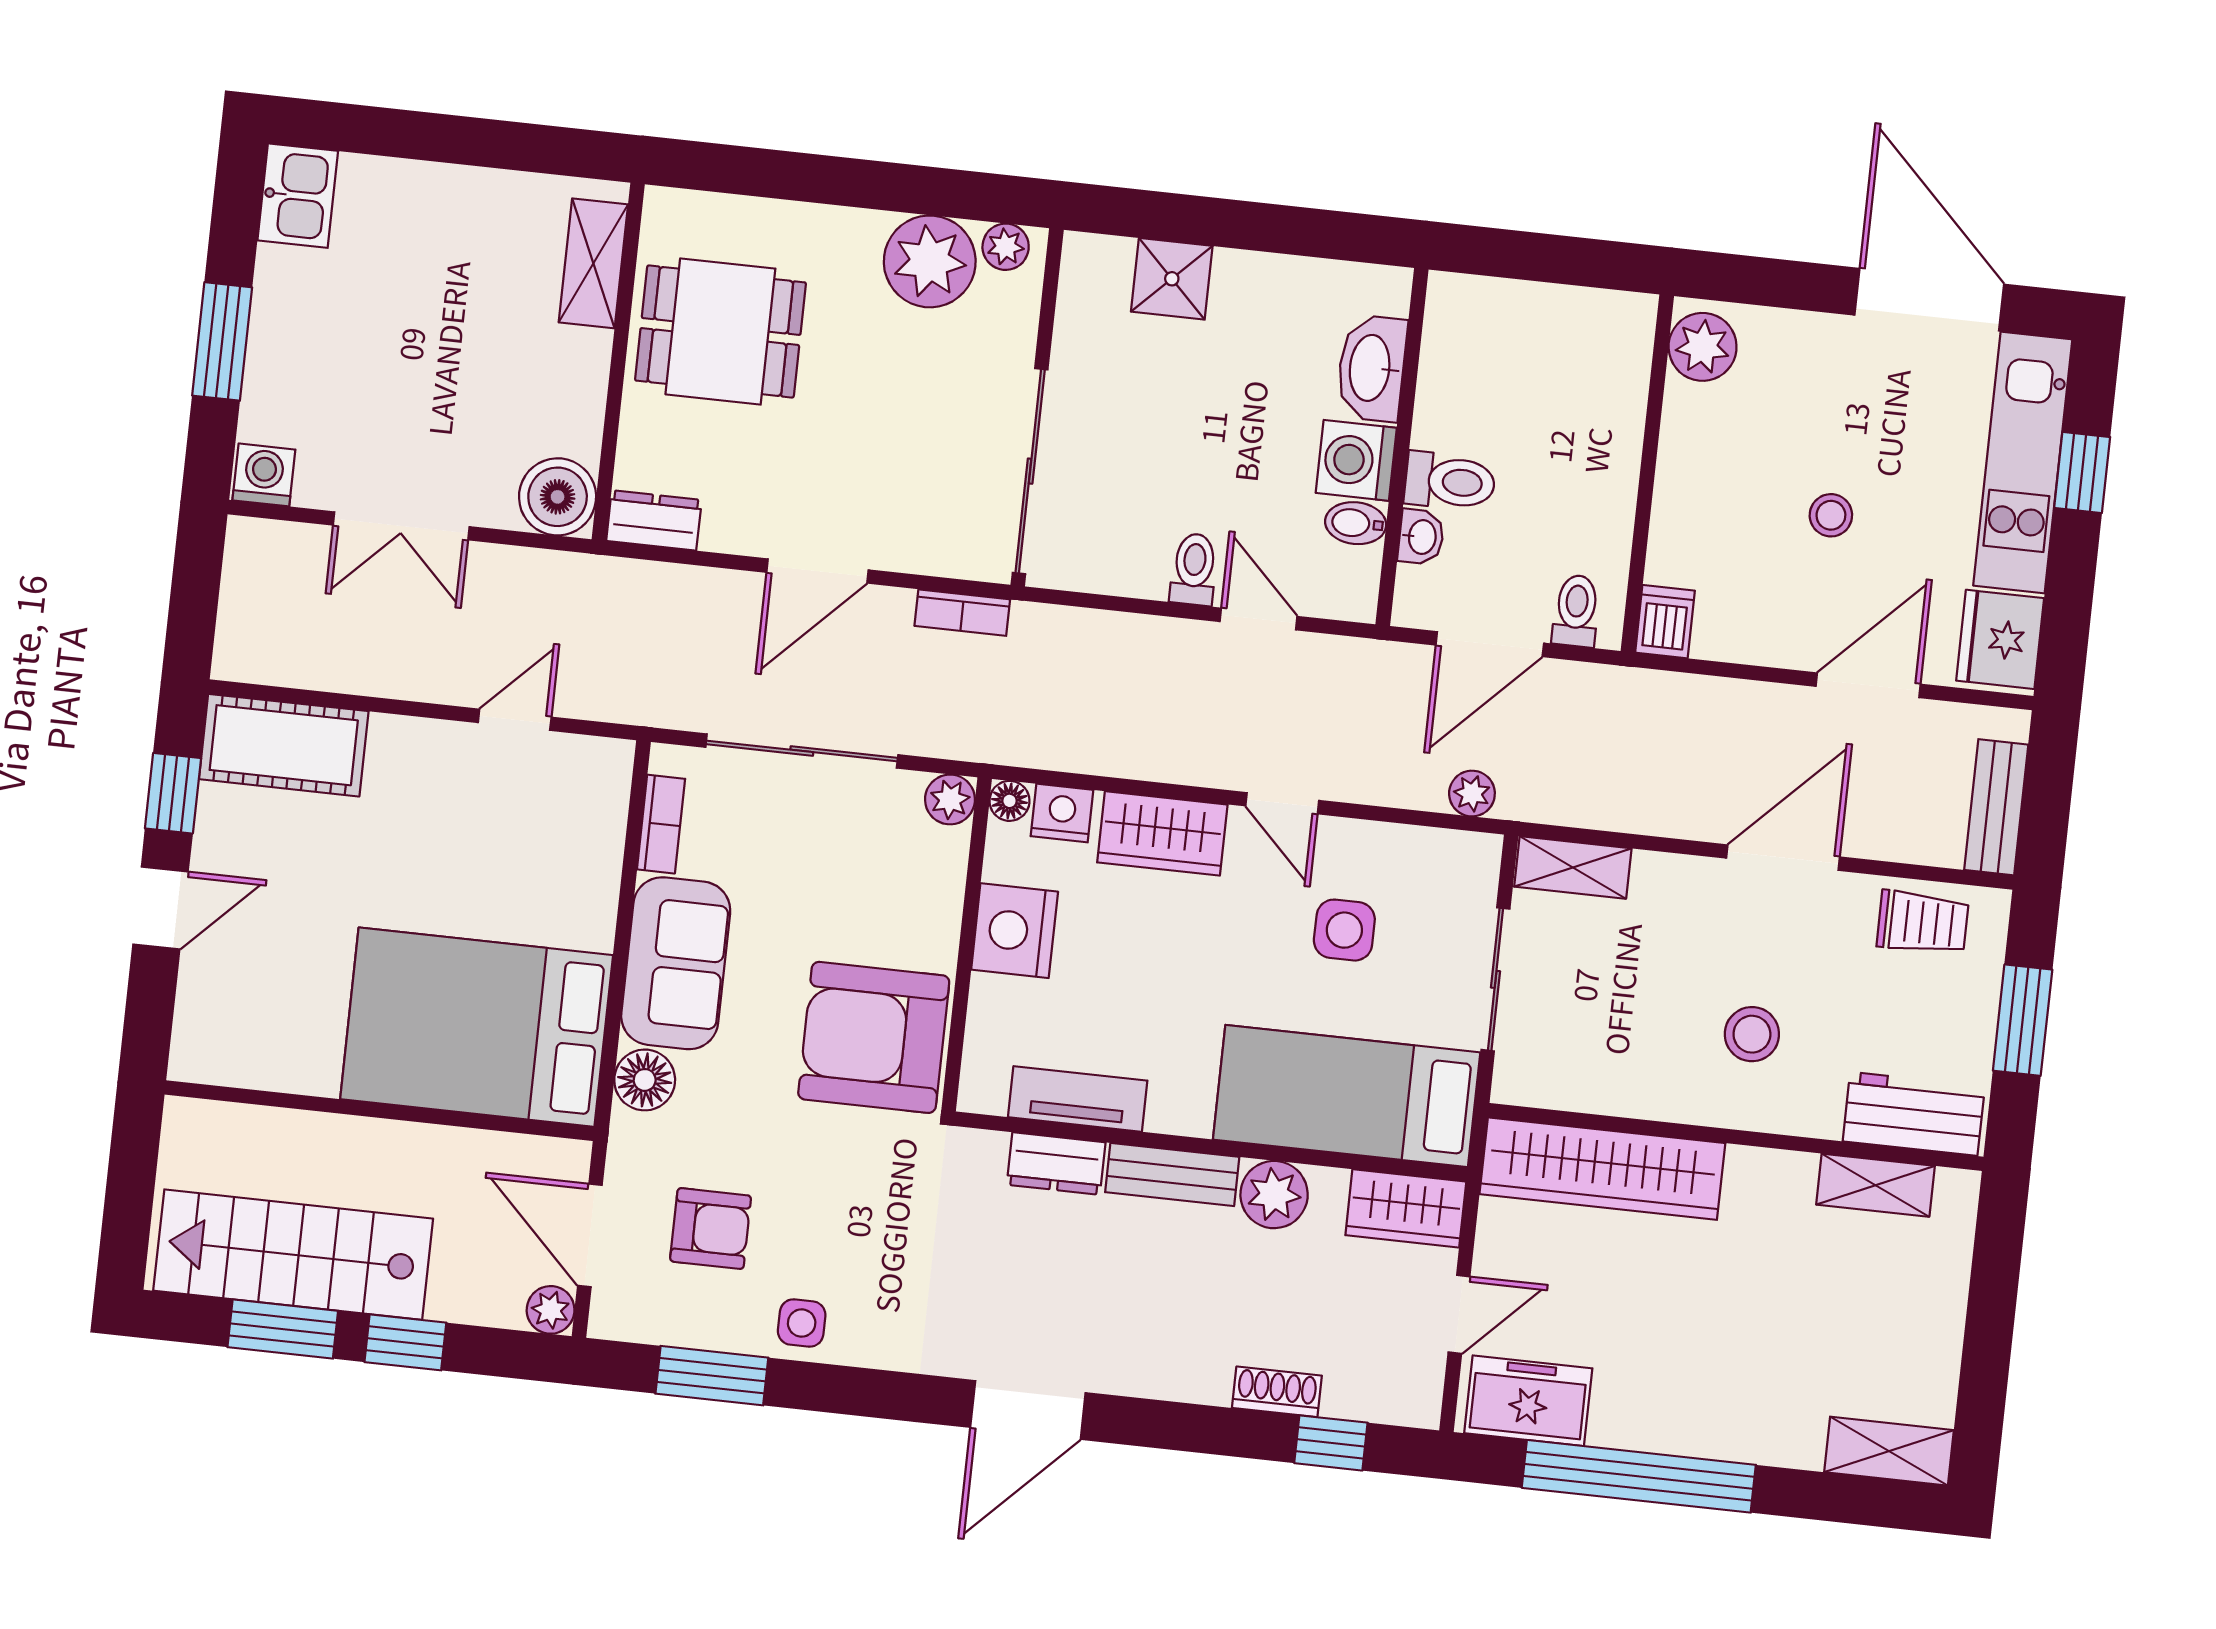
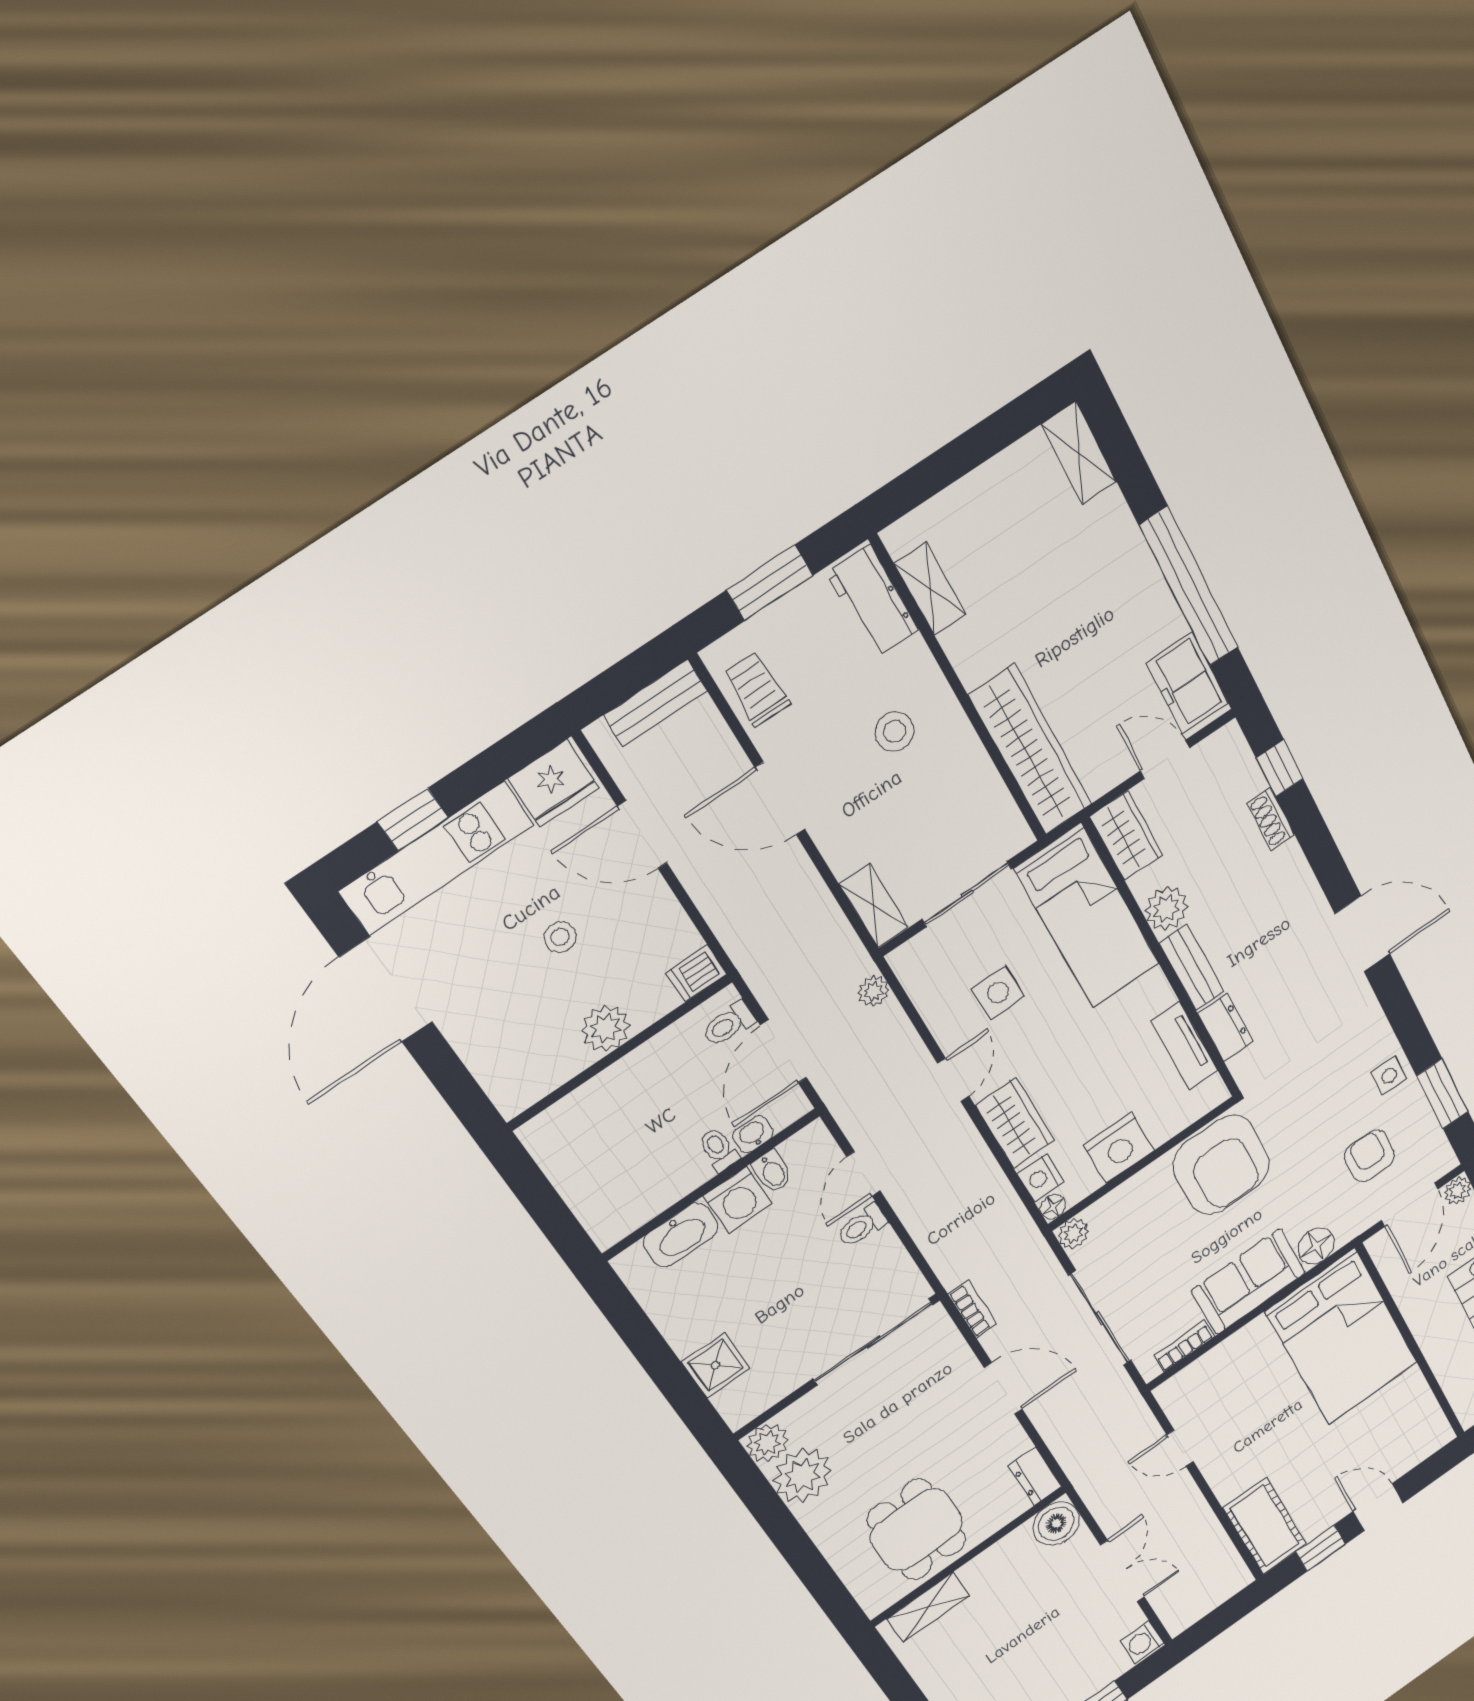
plant: (1006, 247) -> (767, 1443), width x1.38, depth x1.38
plant: (1703, 347) -> (606, 1028), moved
toilet: (1450, 481) -> (719, 1149), width x0.73, depth x0.72
door: (1490, 644) -> (783, 1051), swing flipped

